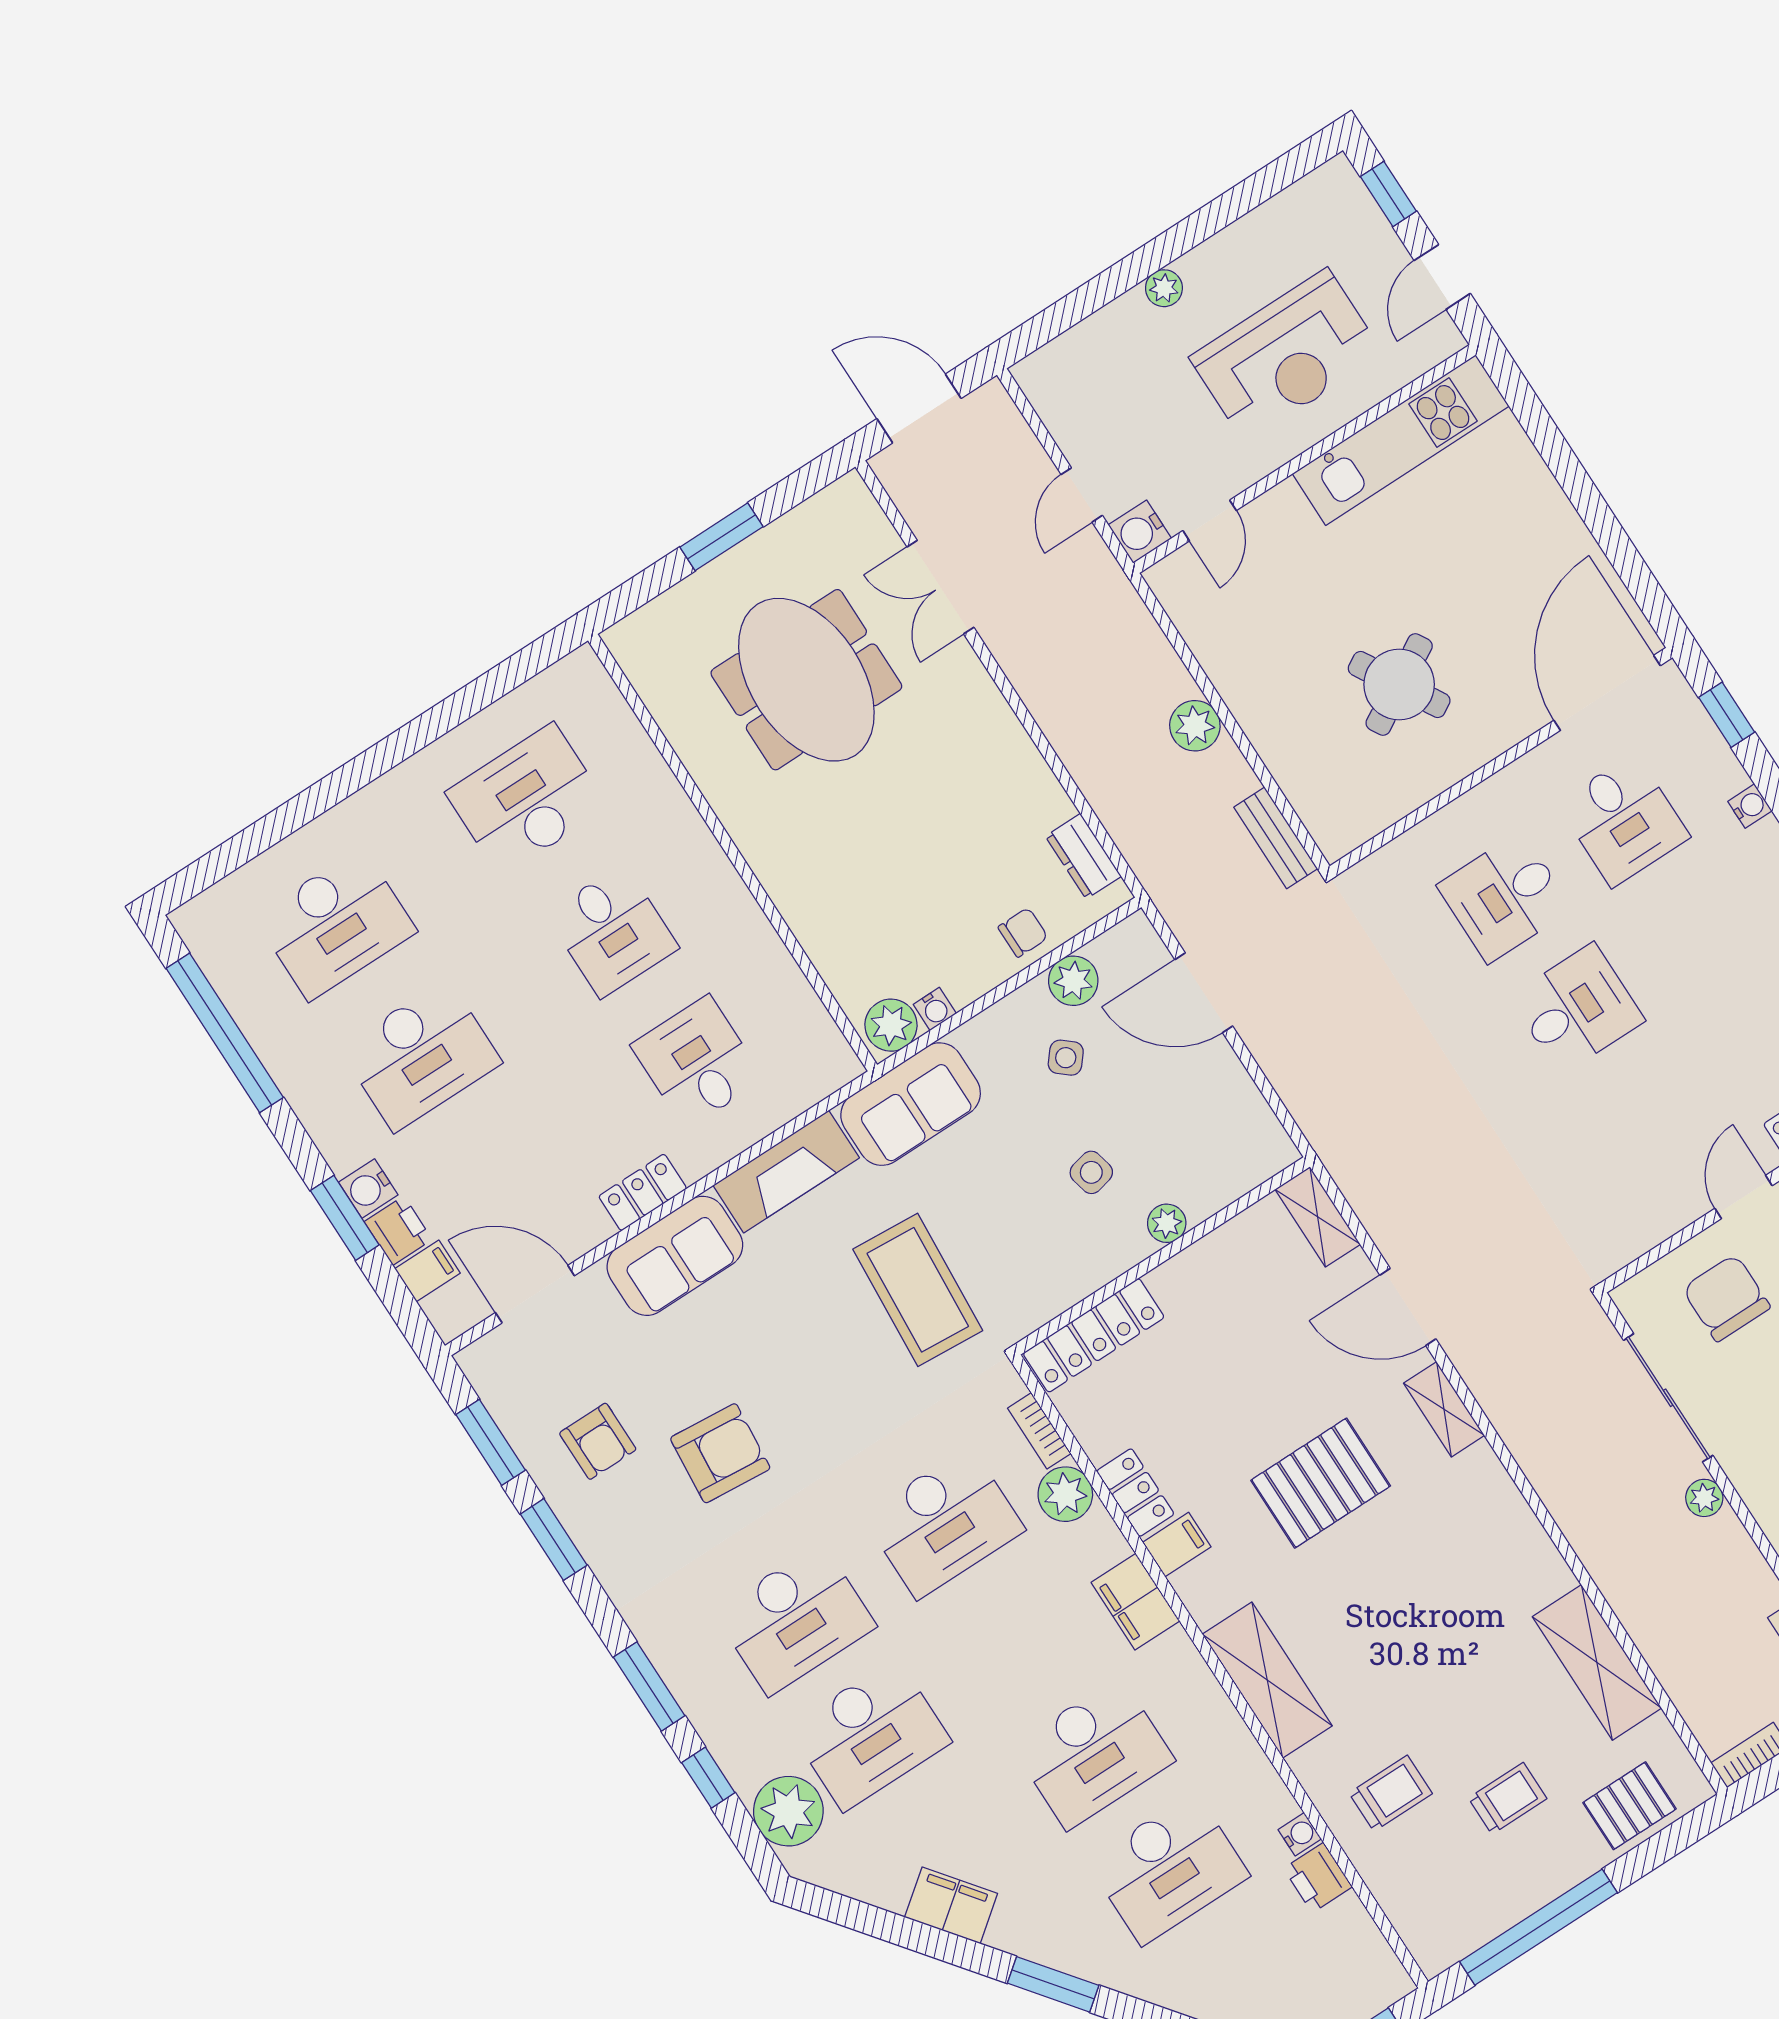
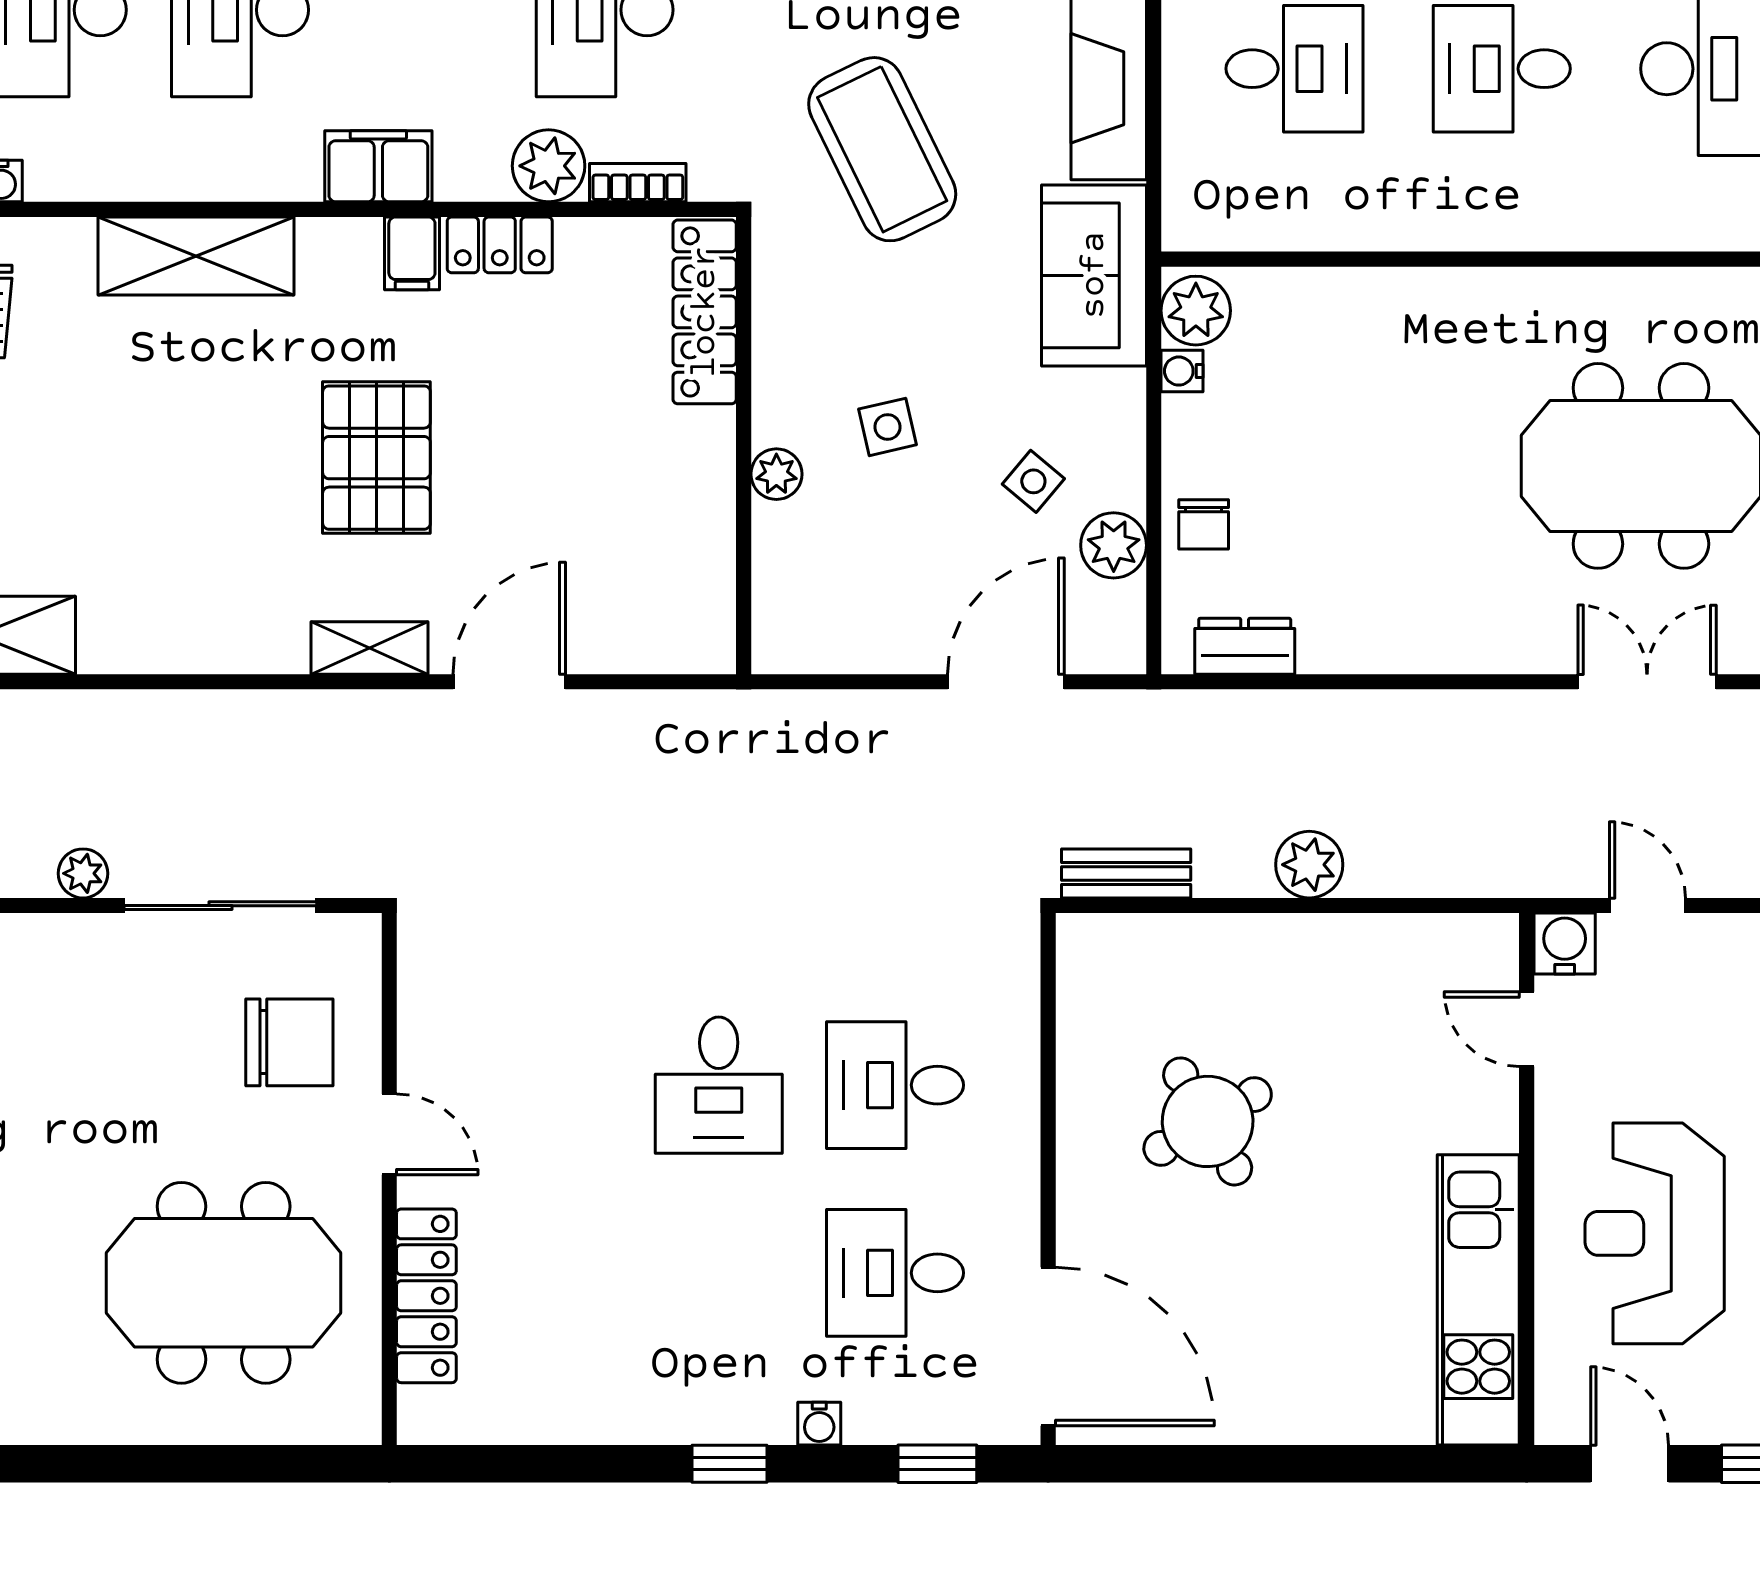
desk: (1505, 897) -> (895, 1085), turned -90
shelving: (1318, 1217) -> (675, 647), removed
coffee table: (918, 1290) -> (882, 149), turned 60

